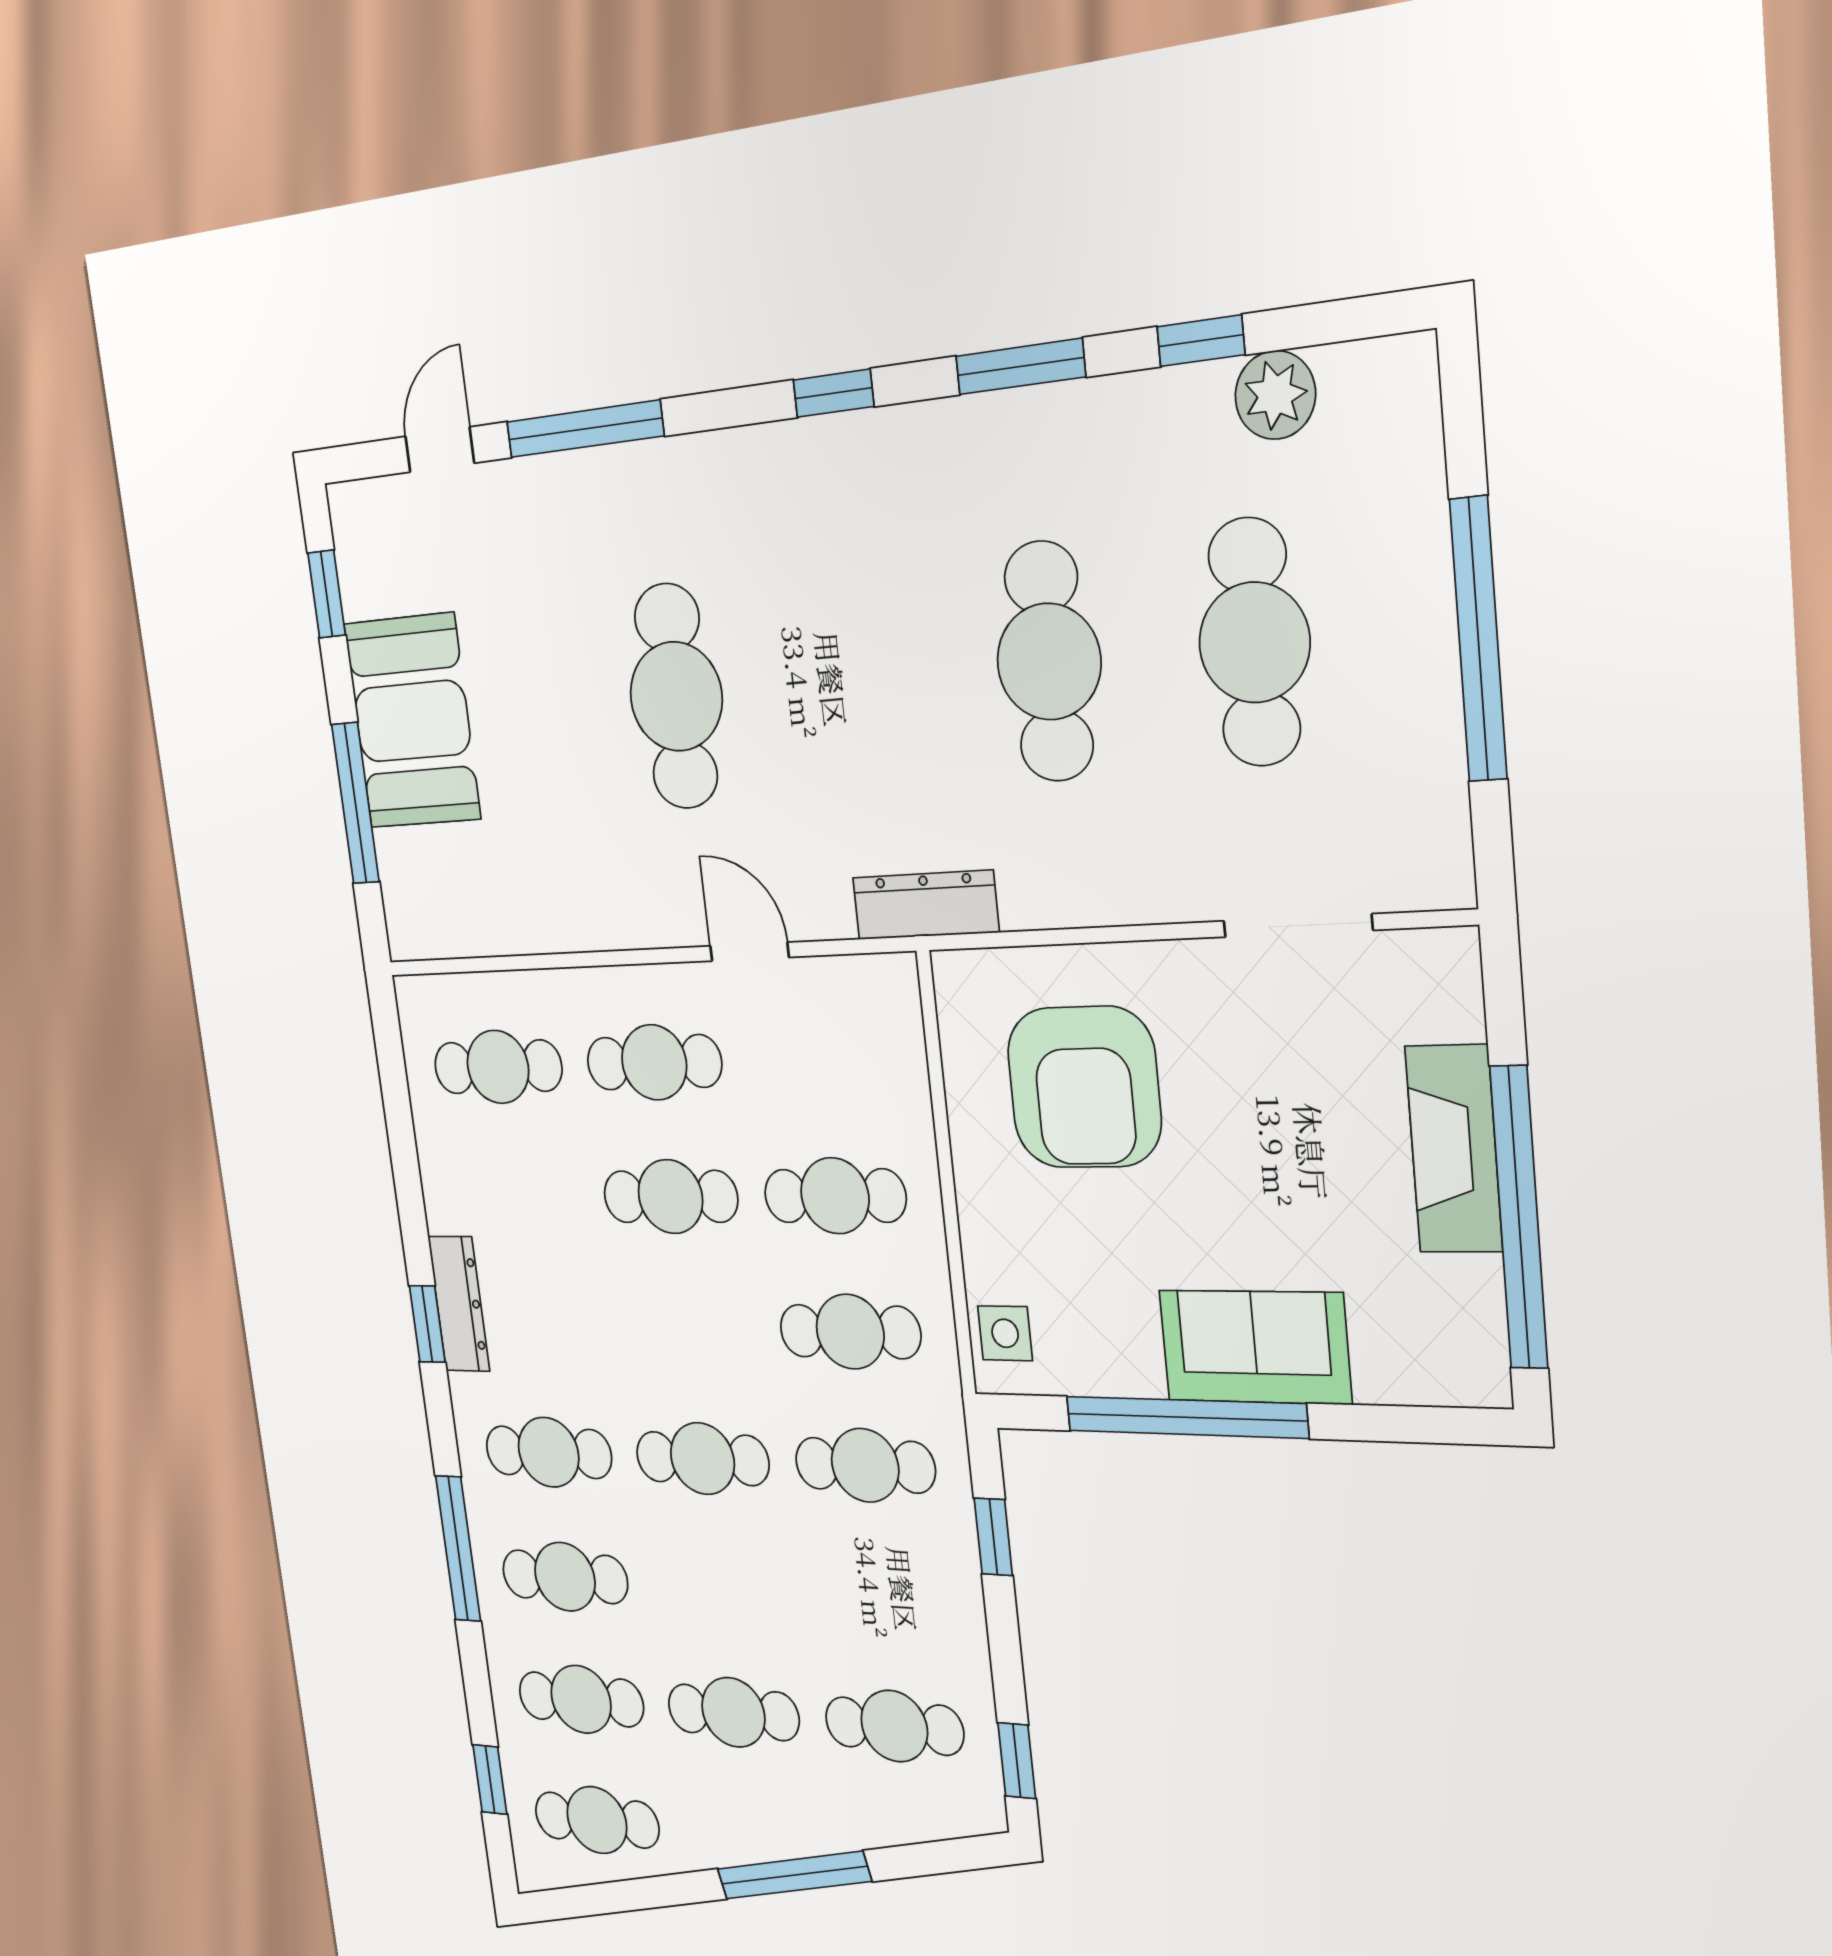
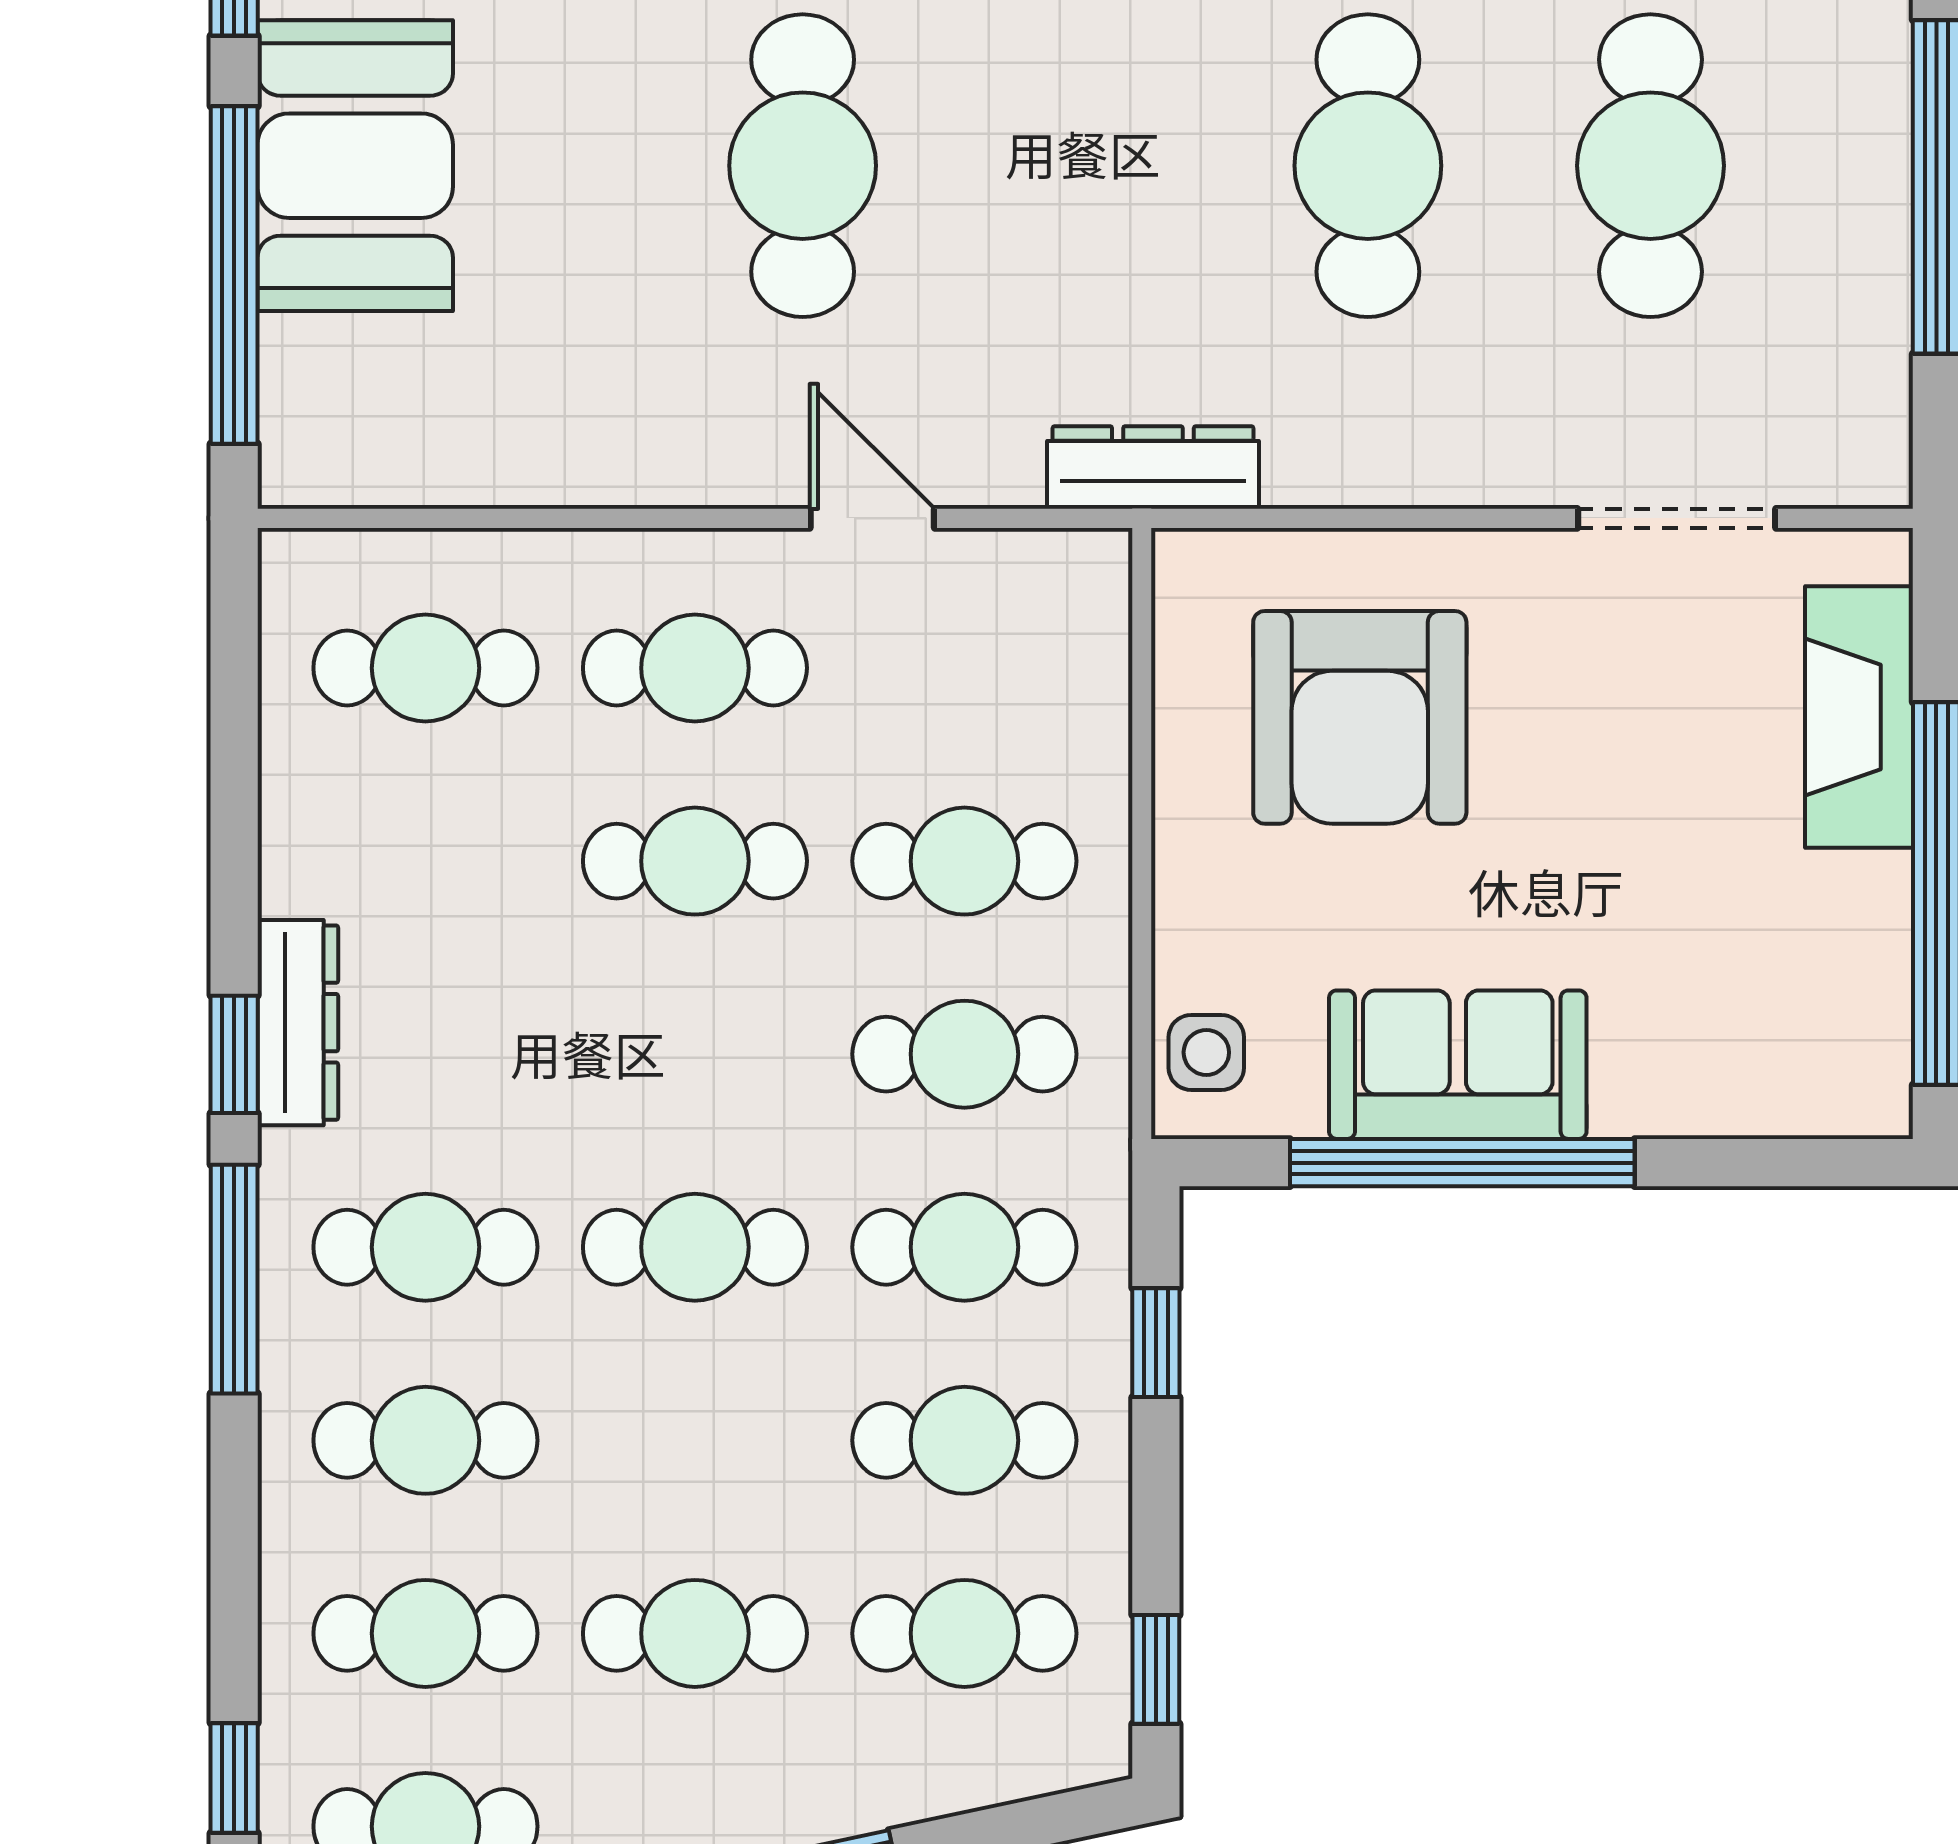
window: (355, 803) -> (234, 275), width x1.46
fireplace: (1454, 1149) -> (1859, 717), moved
sofa: (1255, 1347) -> (1458, 1065), moved
window: (458, 1549) -> (234, 1279), moved
cafe table: (880, 1597) -> (964, 1440), added

